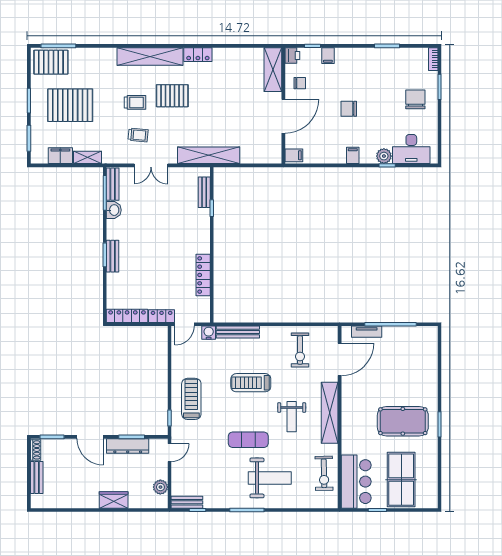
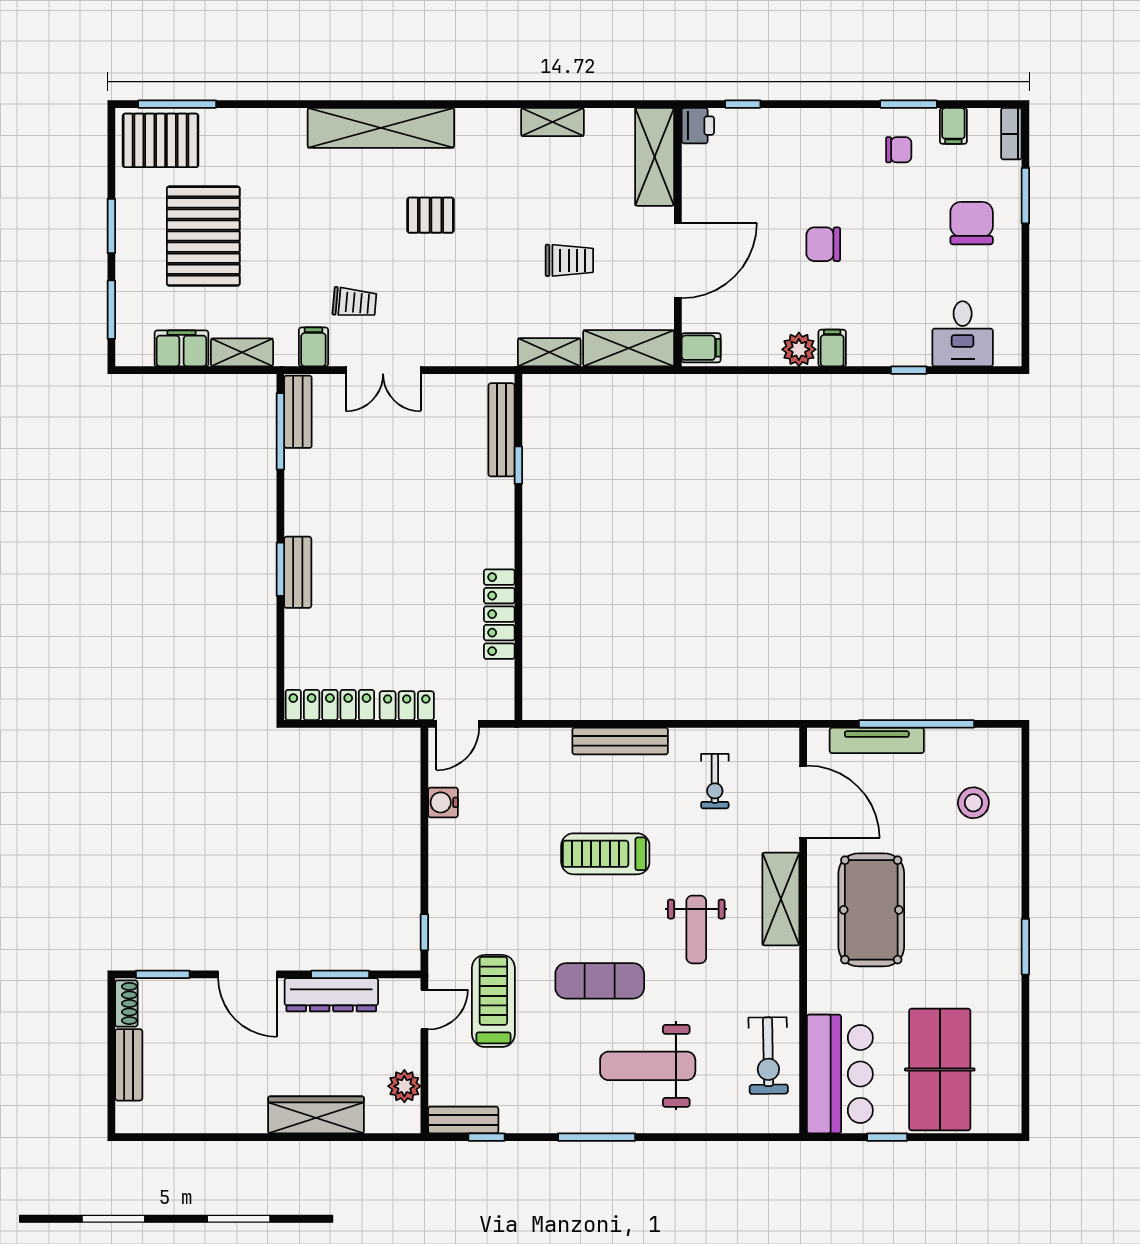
shelving: (227, 54) -> (552, 122), added
locker: (198, 55) -> (488, 123), removed
filing cabinet: (328, 56) -> (953, 126), moved
chair: (300, 83) -> (899, 150), moved
pallet: (172, 96) -> (431, 215), width x0.67, depth x0.71
trolley: (135, 102) -> (569, 260), moved
pallet: (70, 105) -> (203, 236), turned 90
desk: (411, 149) -> (963, 334), width x0.73
filing cabinet: (120, 155) -> (313, 347), added
shelving: (209, 155) -> (549, 352), width x0.45, depth x0.75
shelving: (261, 156) -> (629, 348), added
plant: (384, 156) -> (799, 349), moved
bench: (204, 192) -> (501, 430), width x1.36
washbasin: (114, 210) -> (300, 470), removed
bench: (238, 332) -> (620, 741), moved
tv unit: (367, 332) -> (877, 740), width x1.41
water cooler: (209, 333) -> (443, 802), moved, turned -90
exercise bike: (300, 350) -> (715, 781), width x0.73, depth x0.72
door: (340, 359) -> (803, 802), hinge flipped
stool: (416, 360) -> (973, 803), added
treadmill: (191, 399) -> (493, 1001), moved
shelving: (330, 413) -> (781, 899), width x0.68
pool table: (403, 421) -> (871, 910), moved, turned 90
weight bench: (270, 478) -> (648, 1066), turned 180
wardrobe: (114, 500) -> (316, 1115), width x1.50

